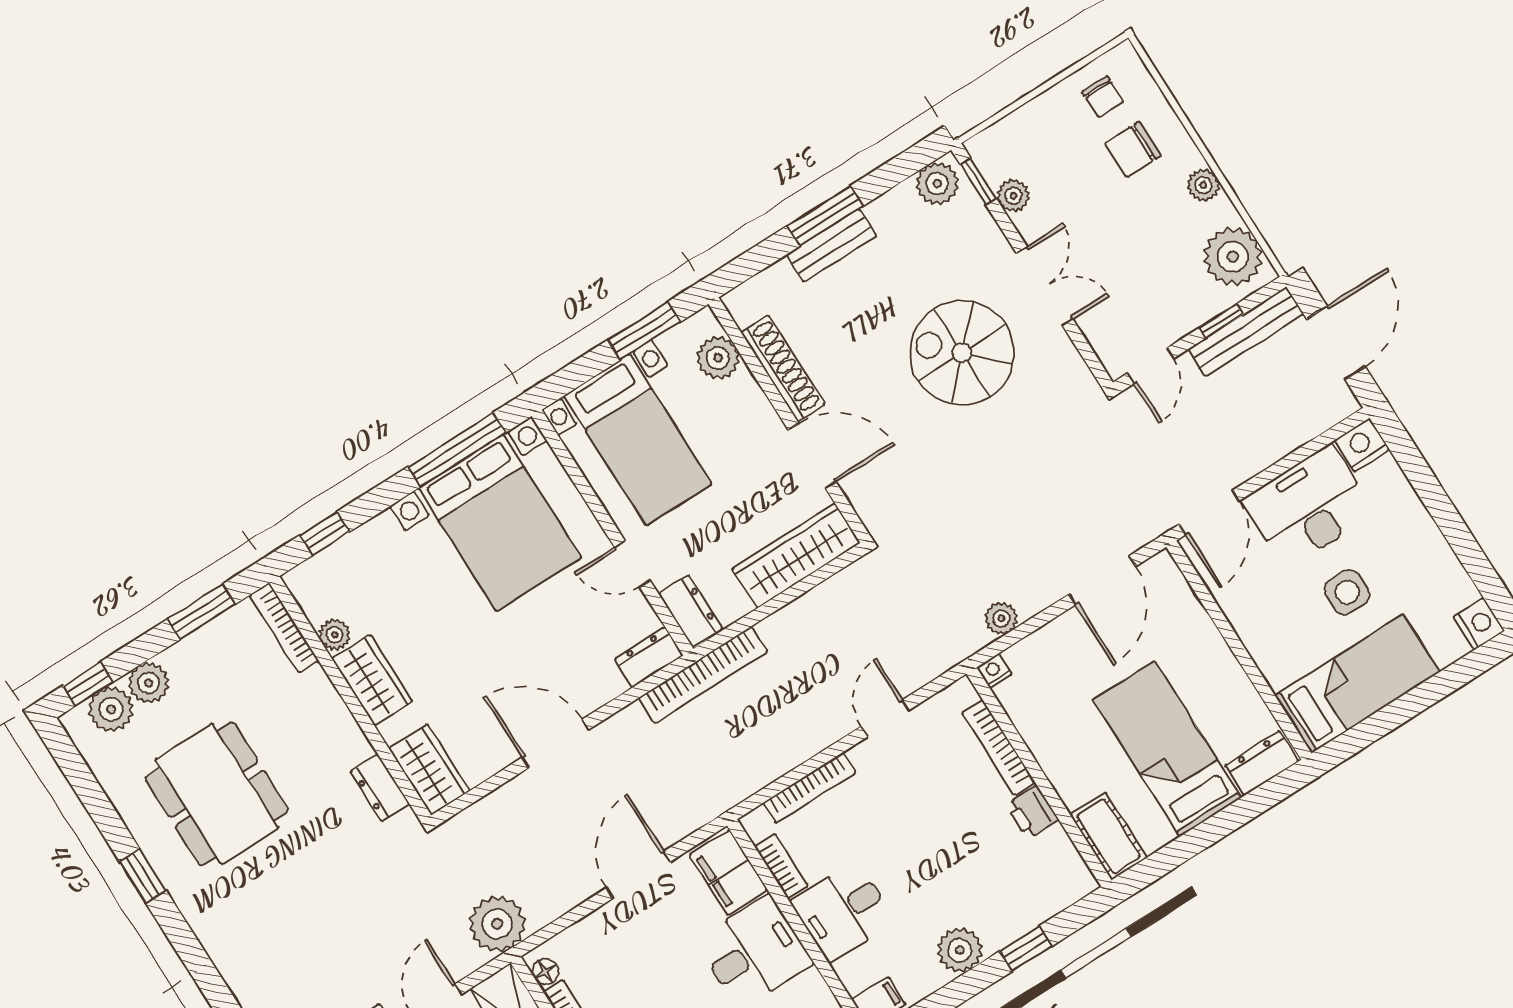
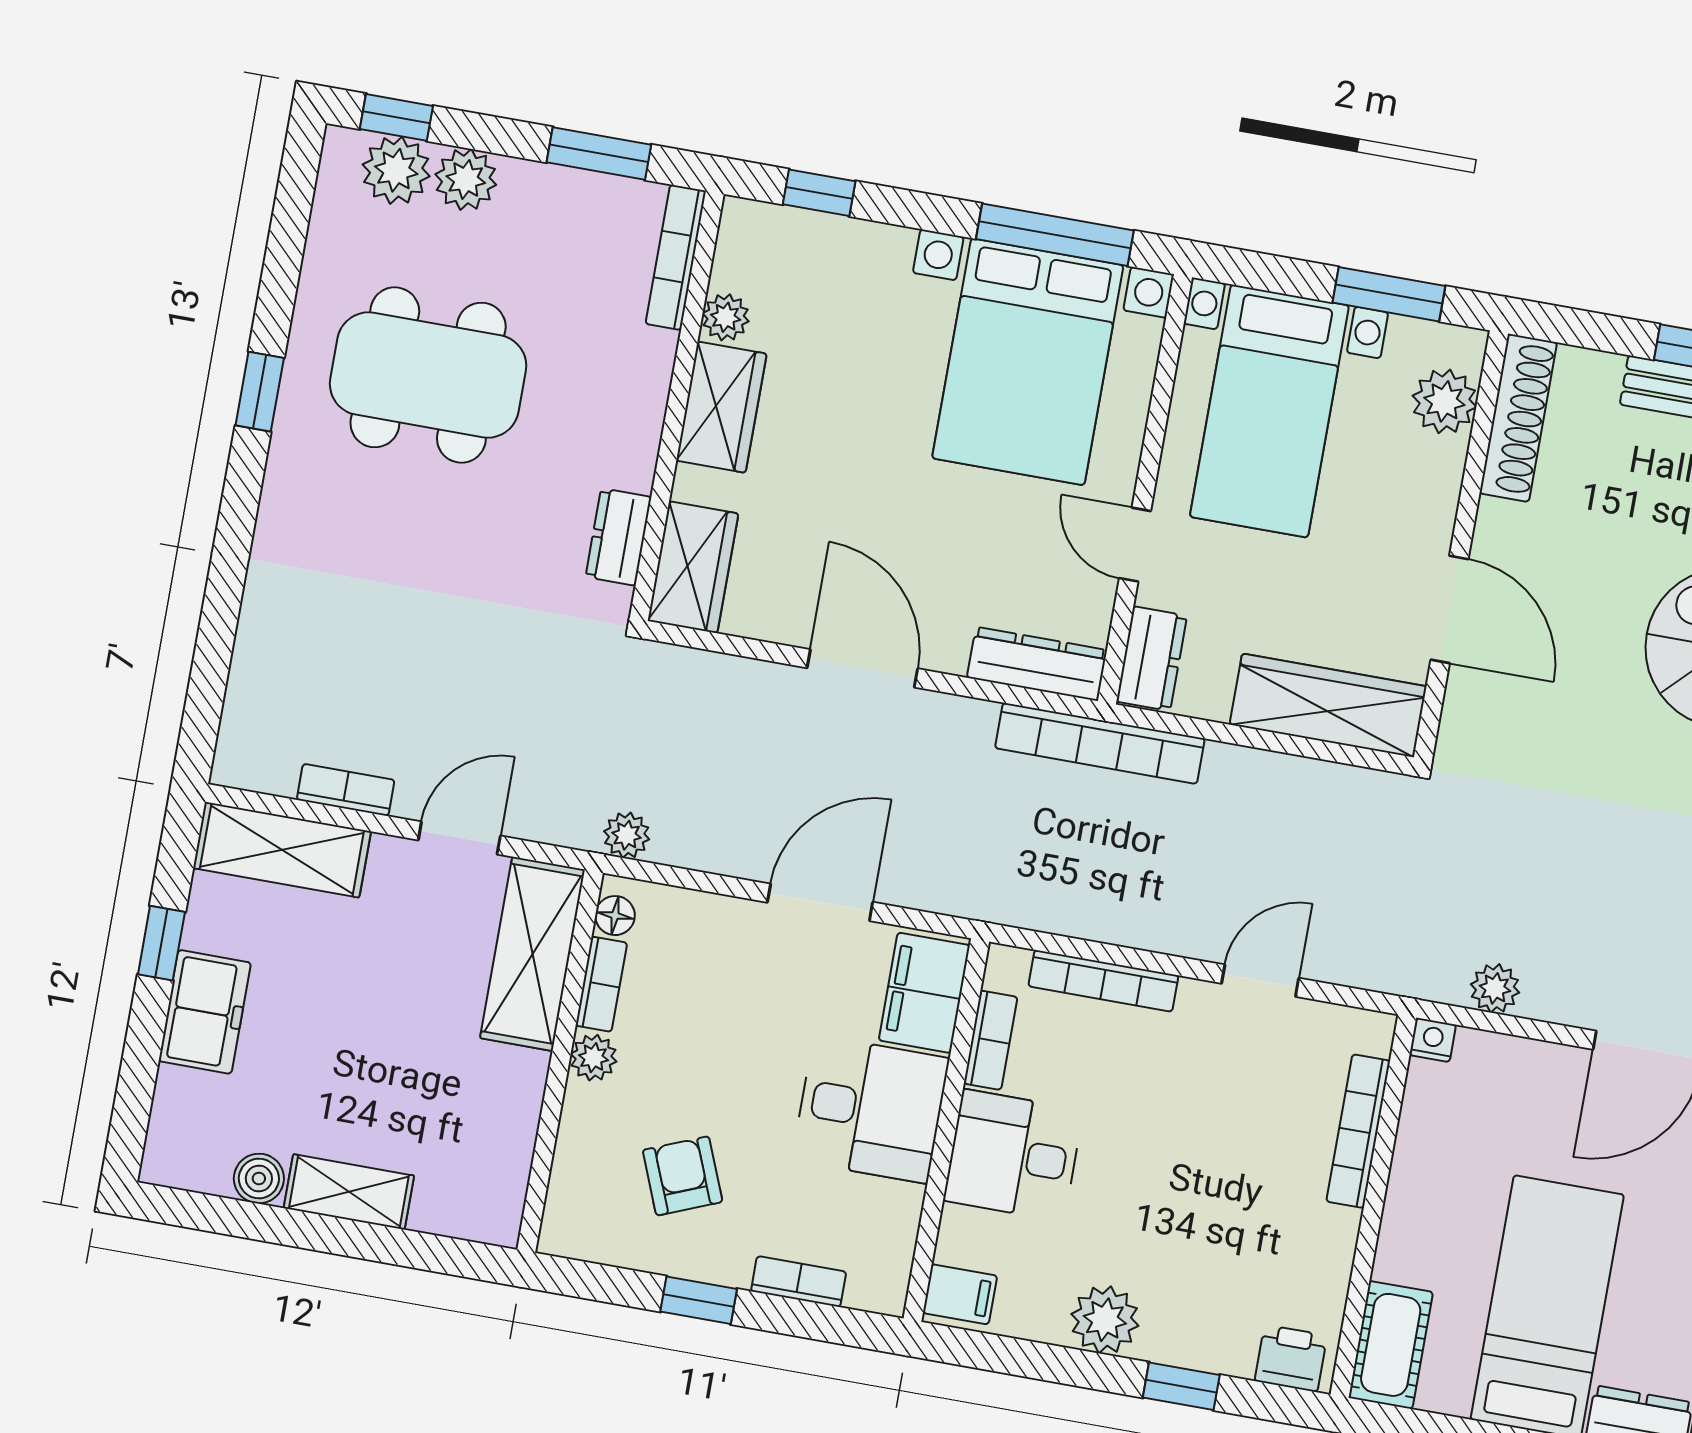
shoe rack: (783, 368) -> (1518, 418), moved
dresser: (649, 657) -> (1037, 664), width x1.44
dining table: (217, 794) -> (428, 375), turned 90
printer: (1032, 813) -> (1291, 1358), moved, turned 90
plant: (497, 924) -> (627, 835), width x0.53, depth x0.53

